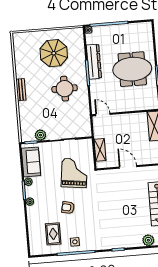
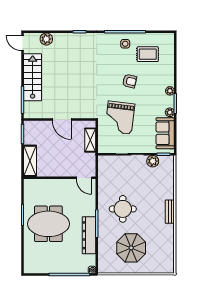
rug: (53, 234) -> (148, 54), turned 90

